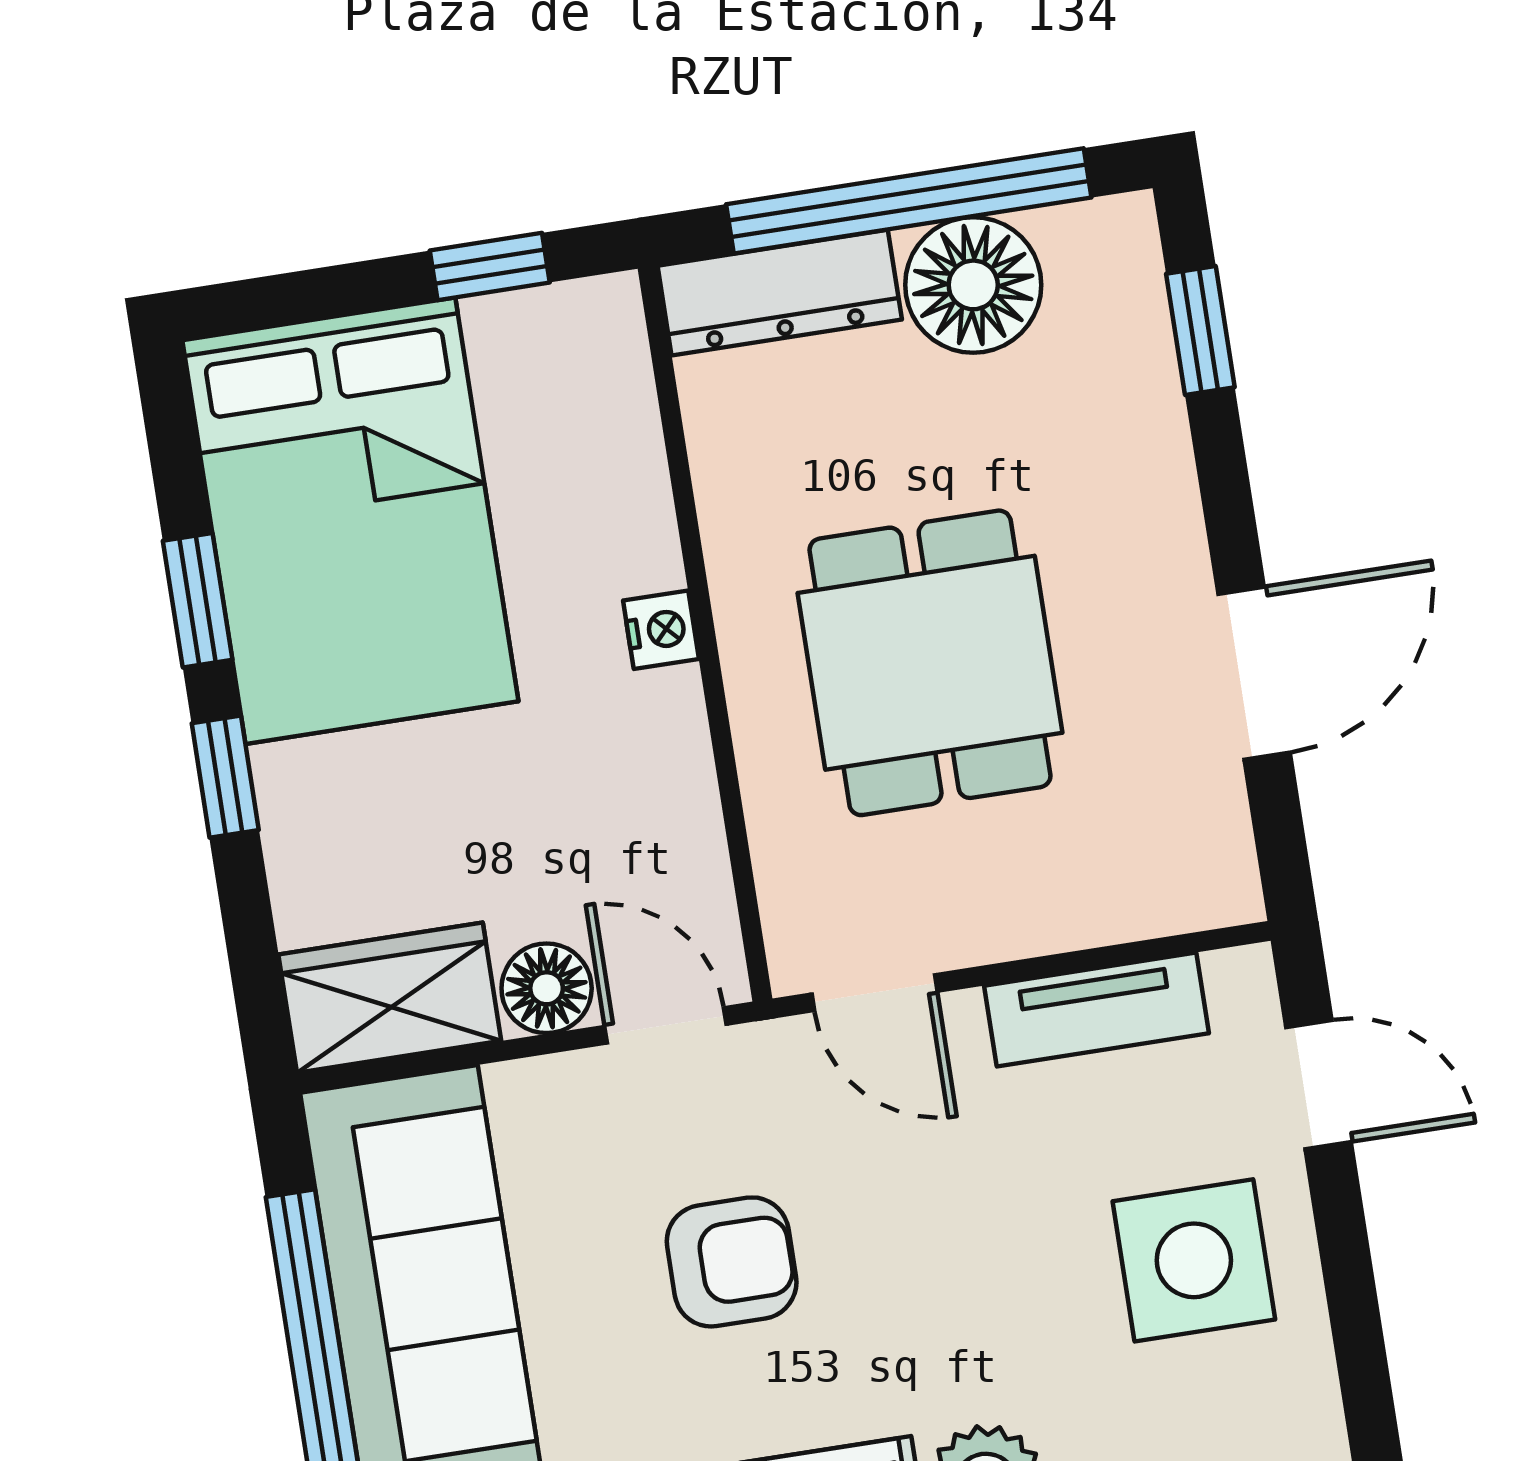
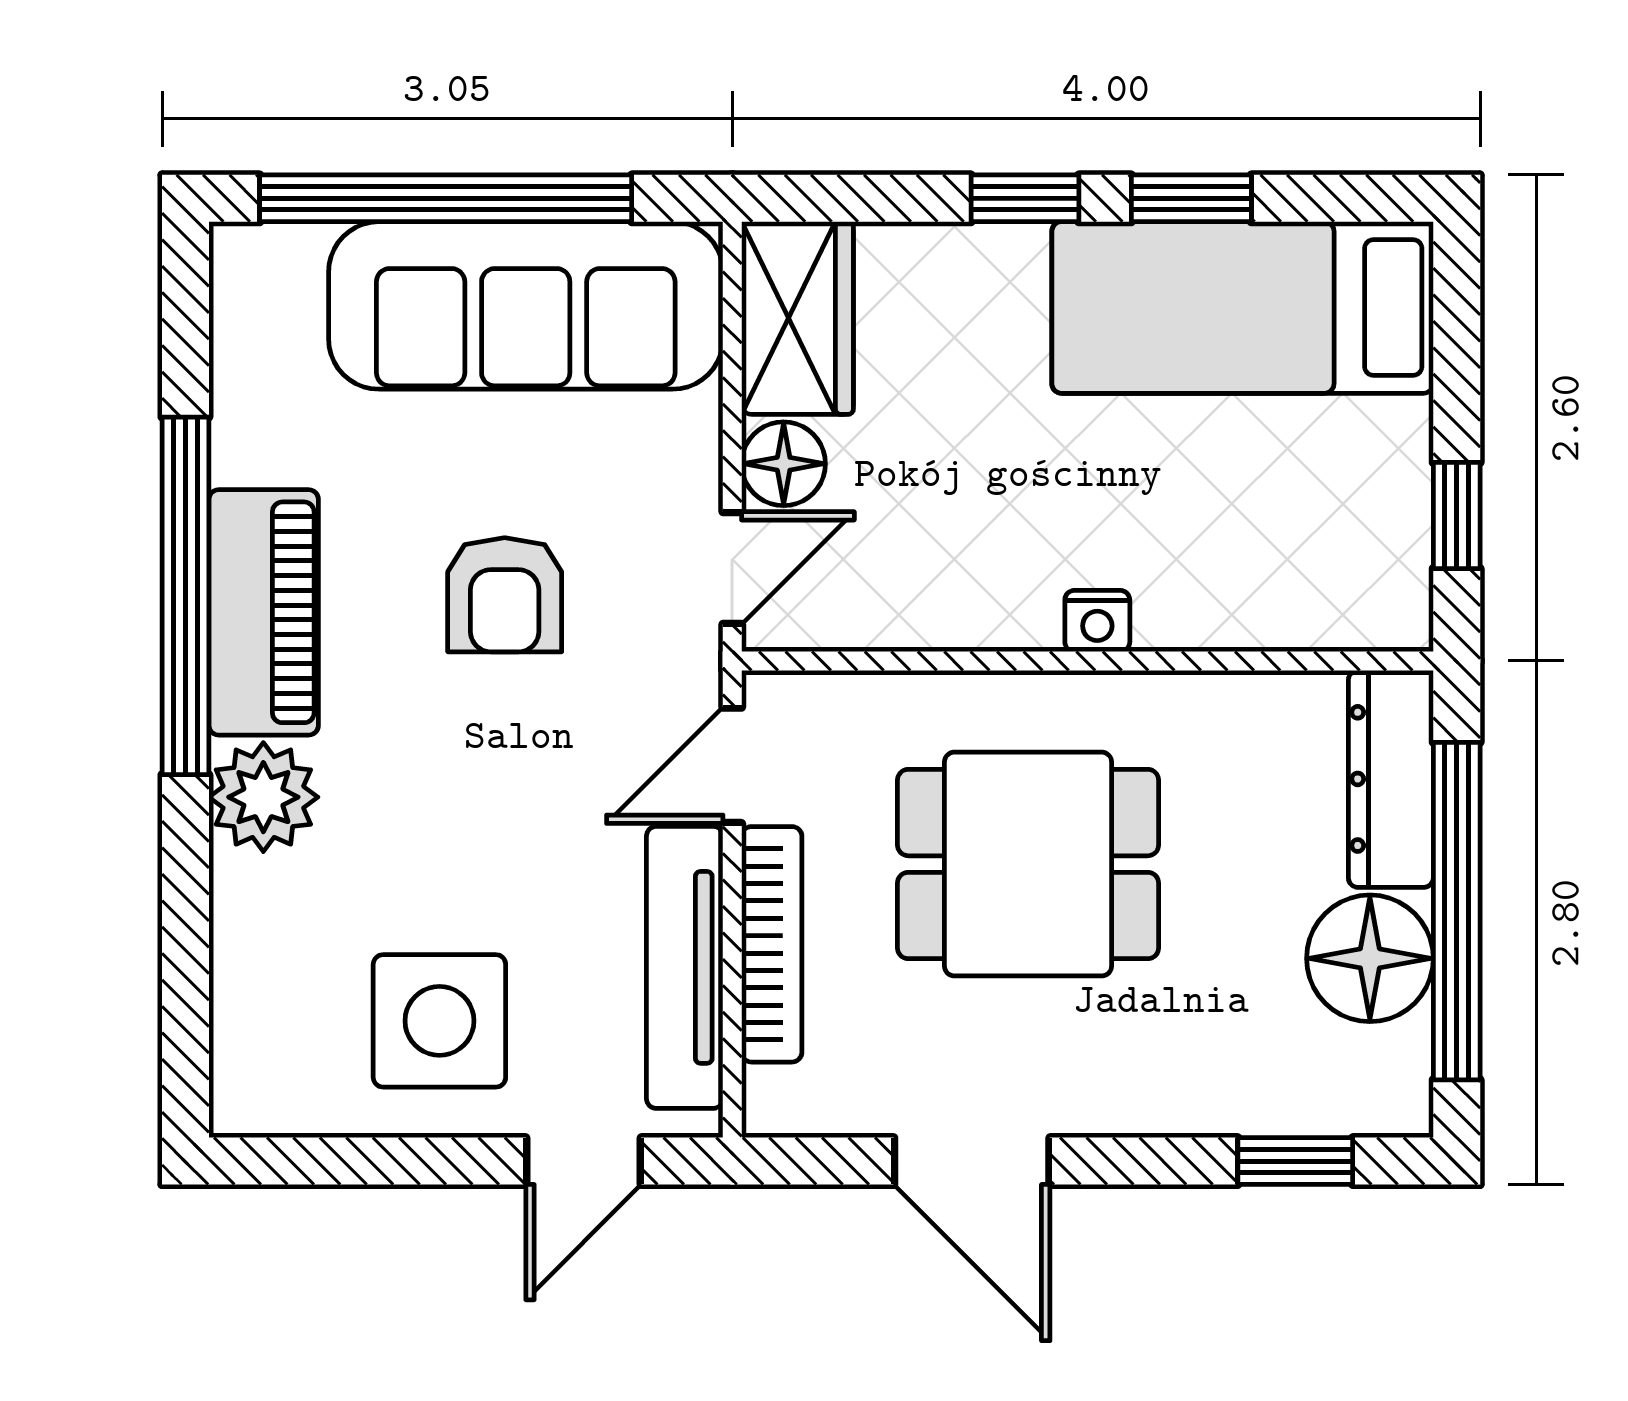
bed: (350, 521) -> (1243, 307), width x0.67
bookcase: (1058, 921) -> (772, 944), added
tv unit: (1096, 1009) -> (685, 967), width x1.41

